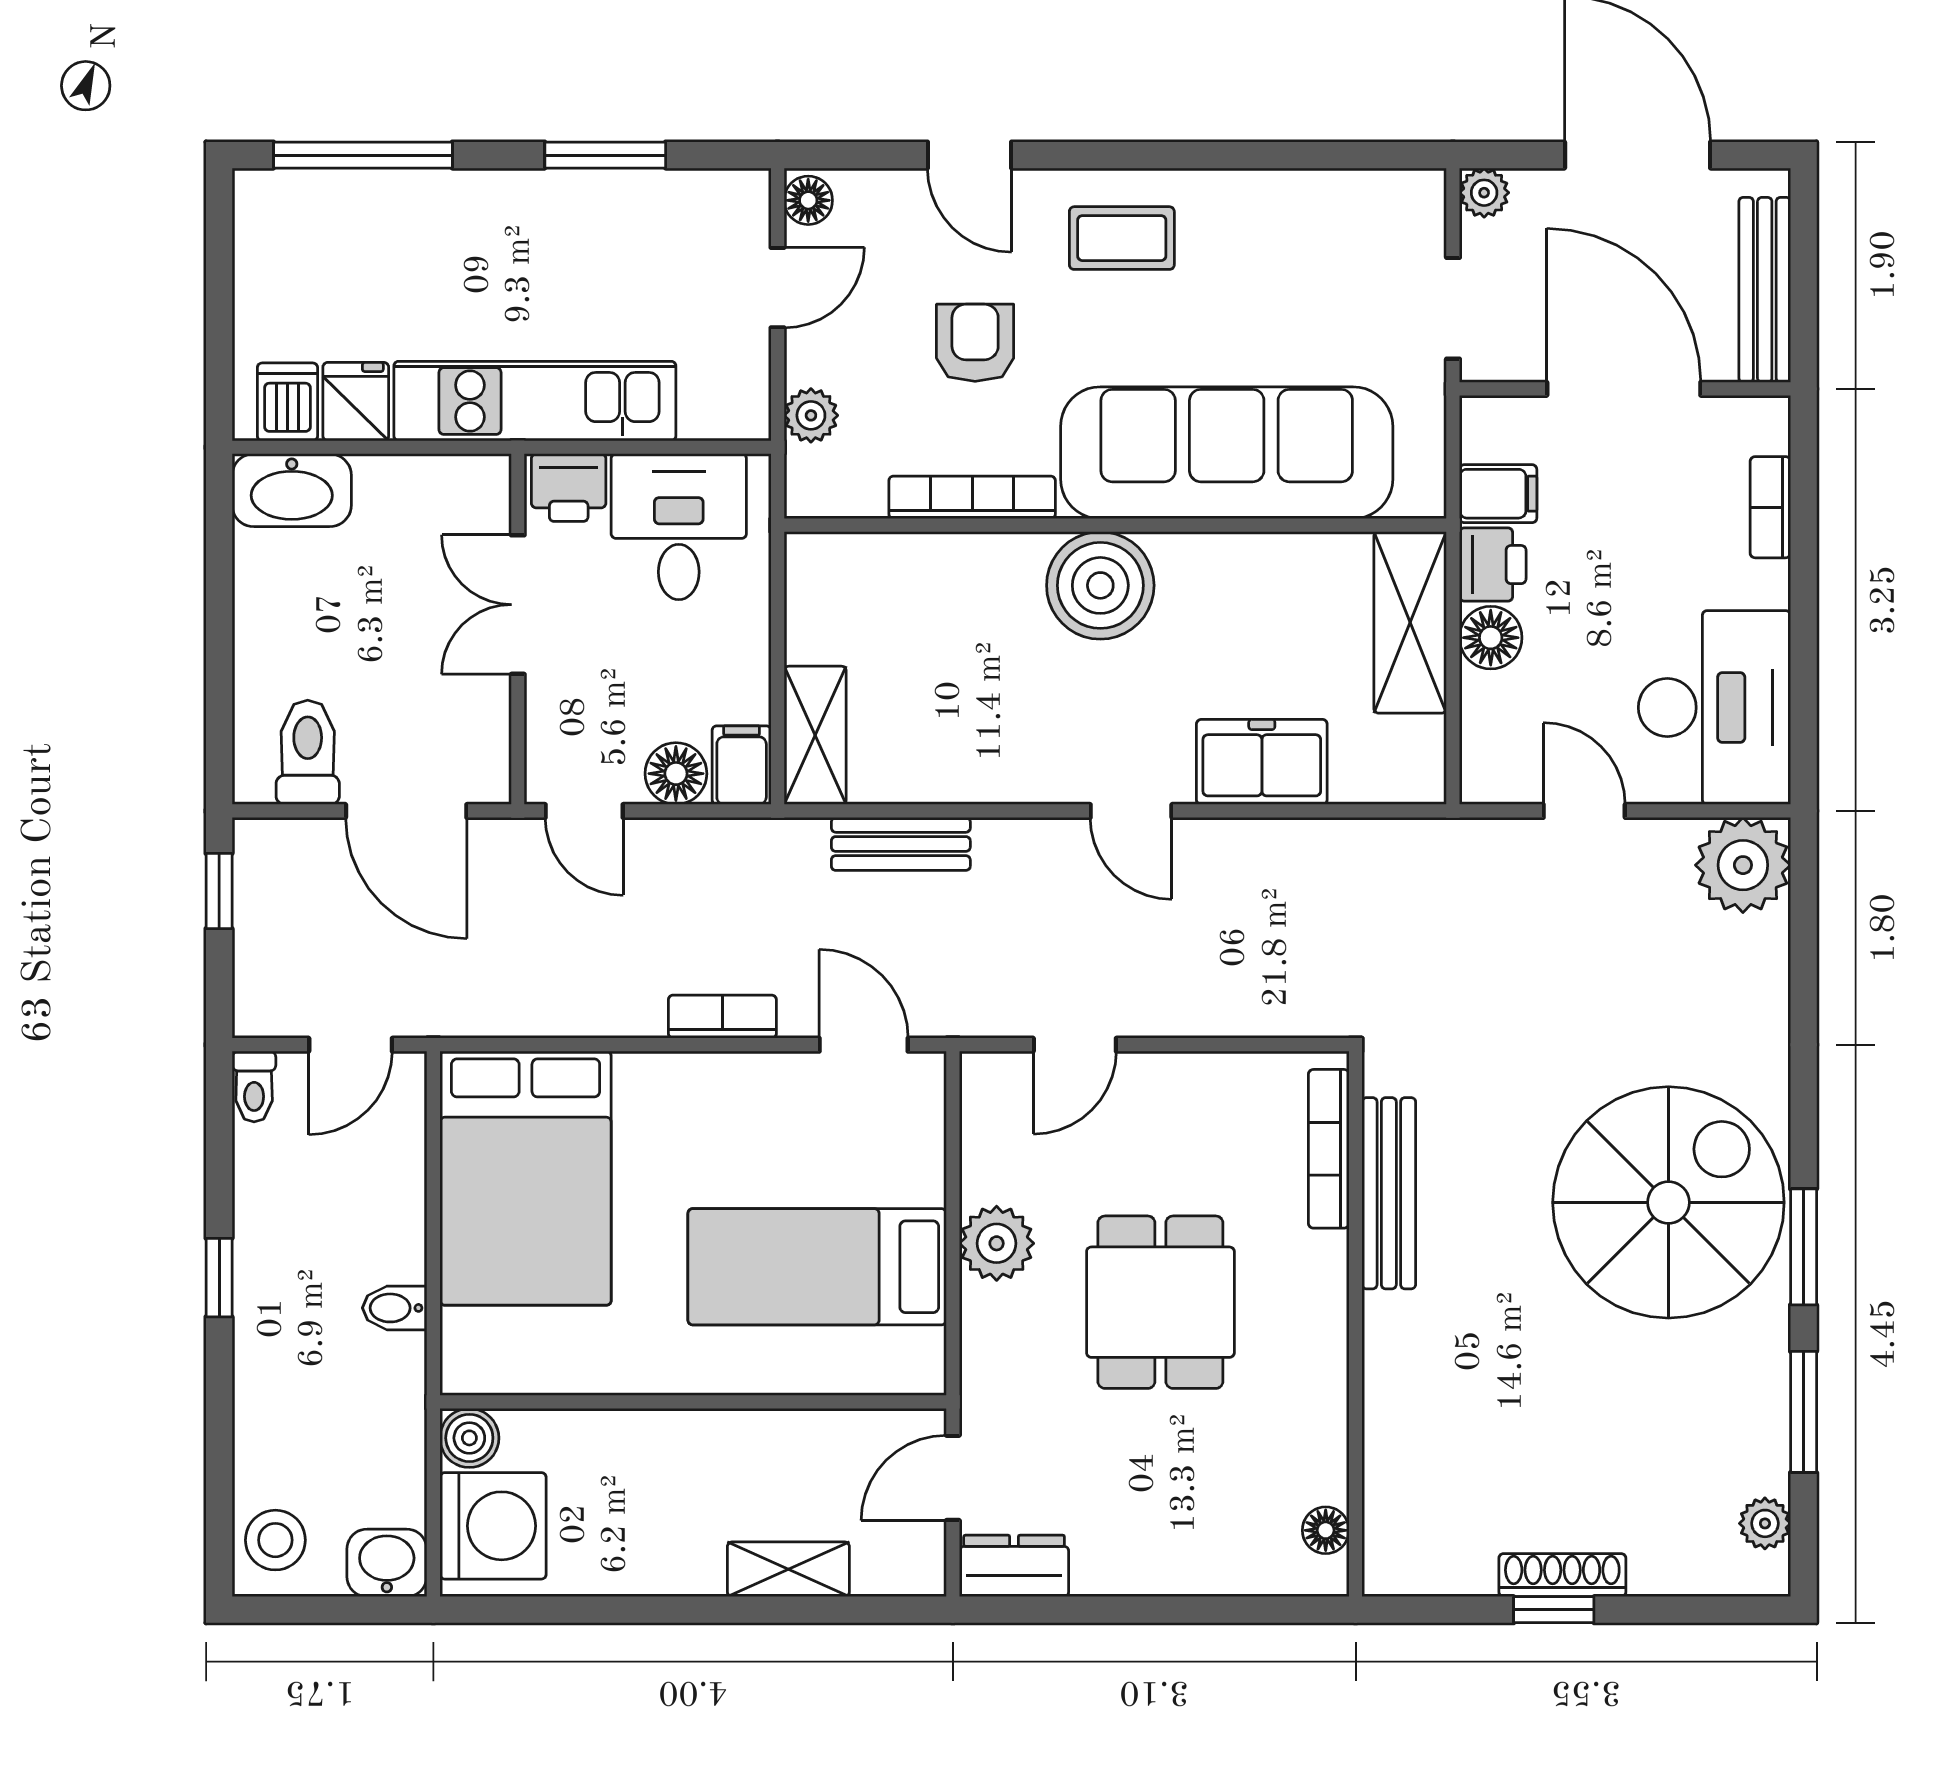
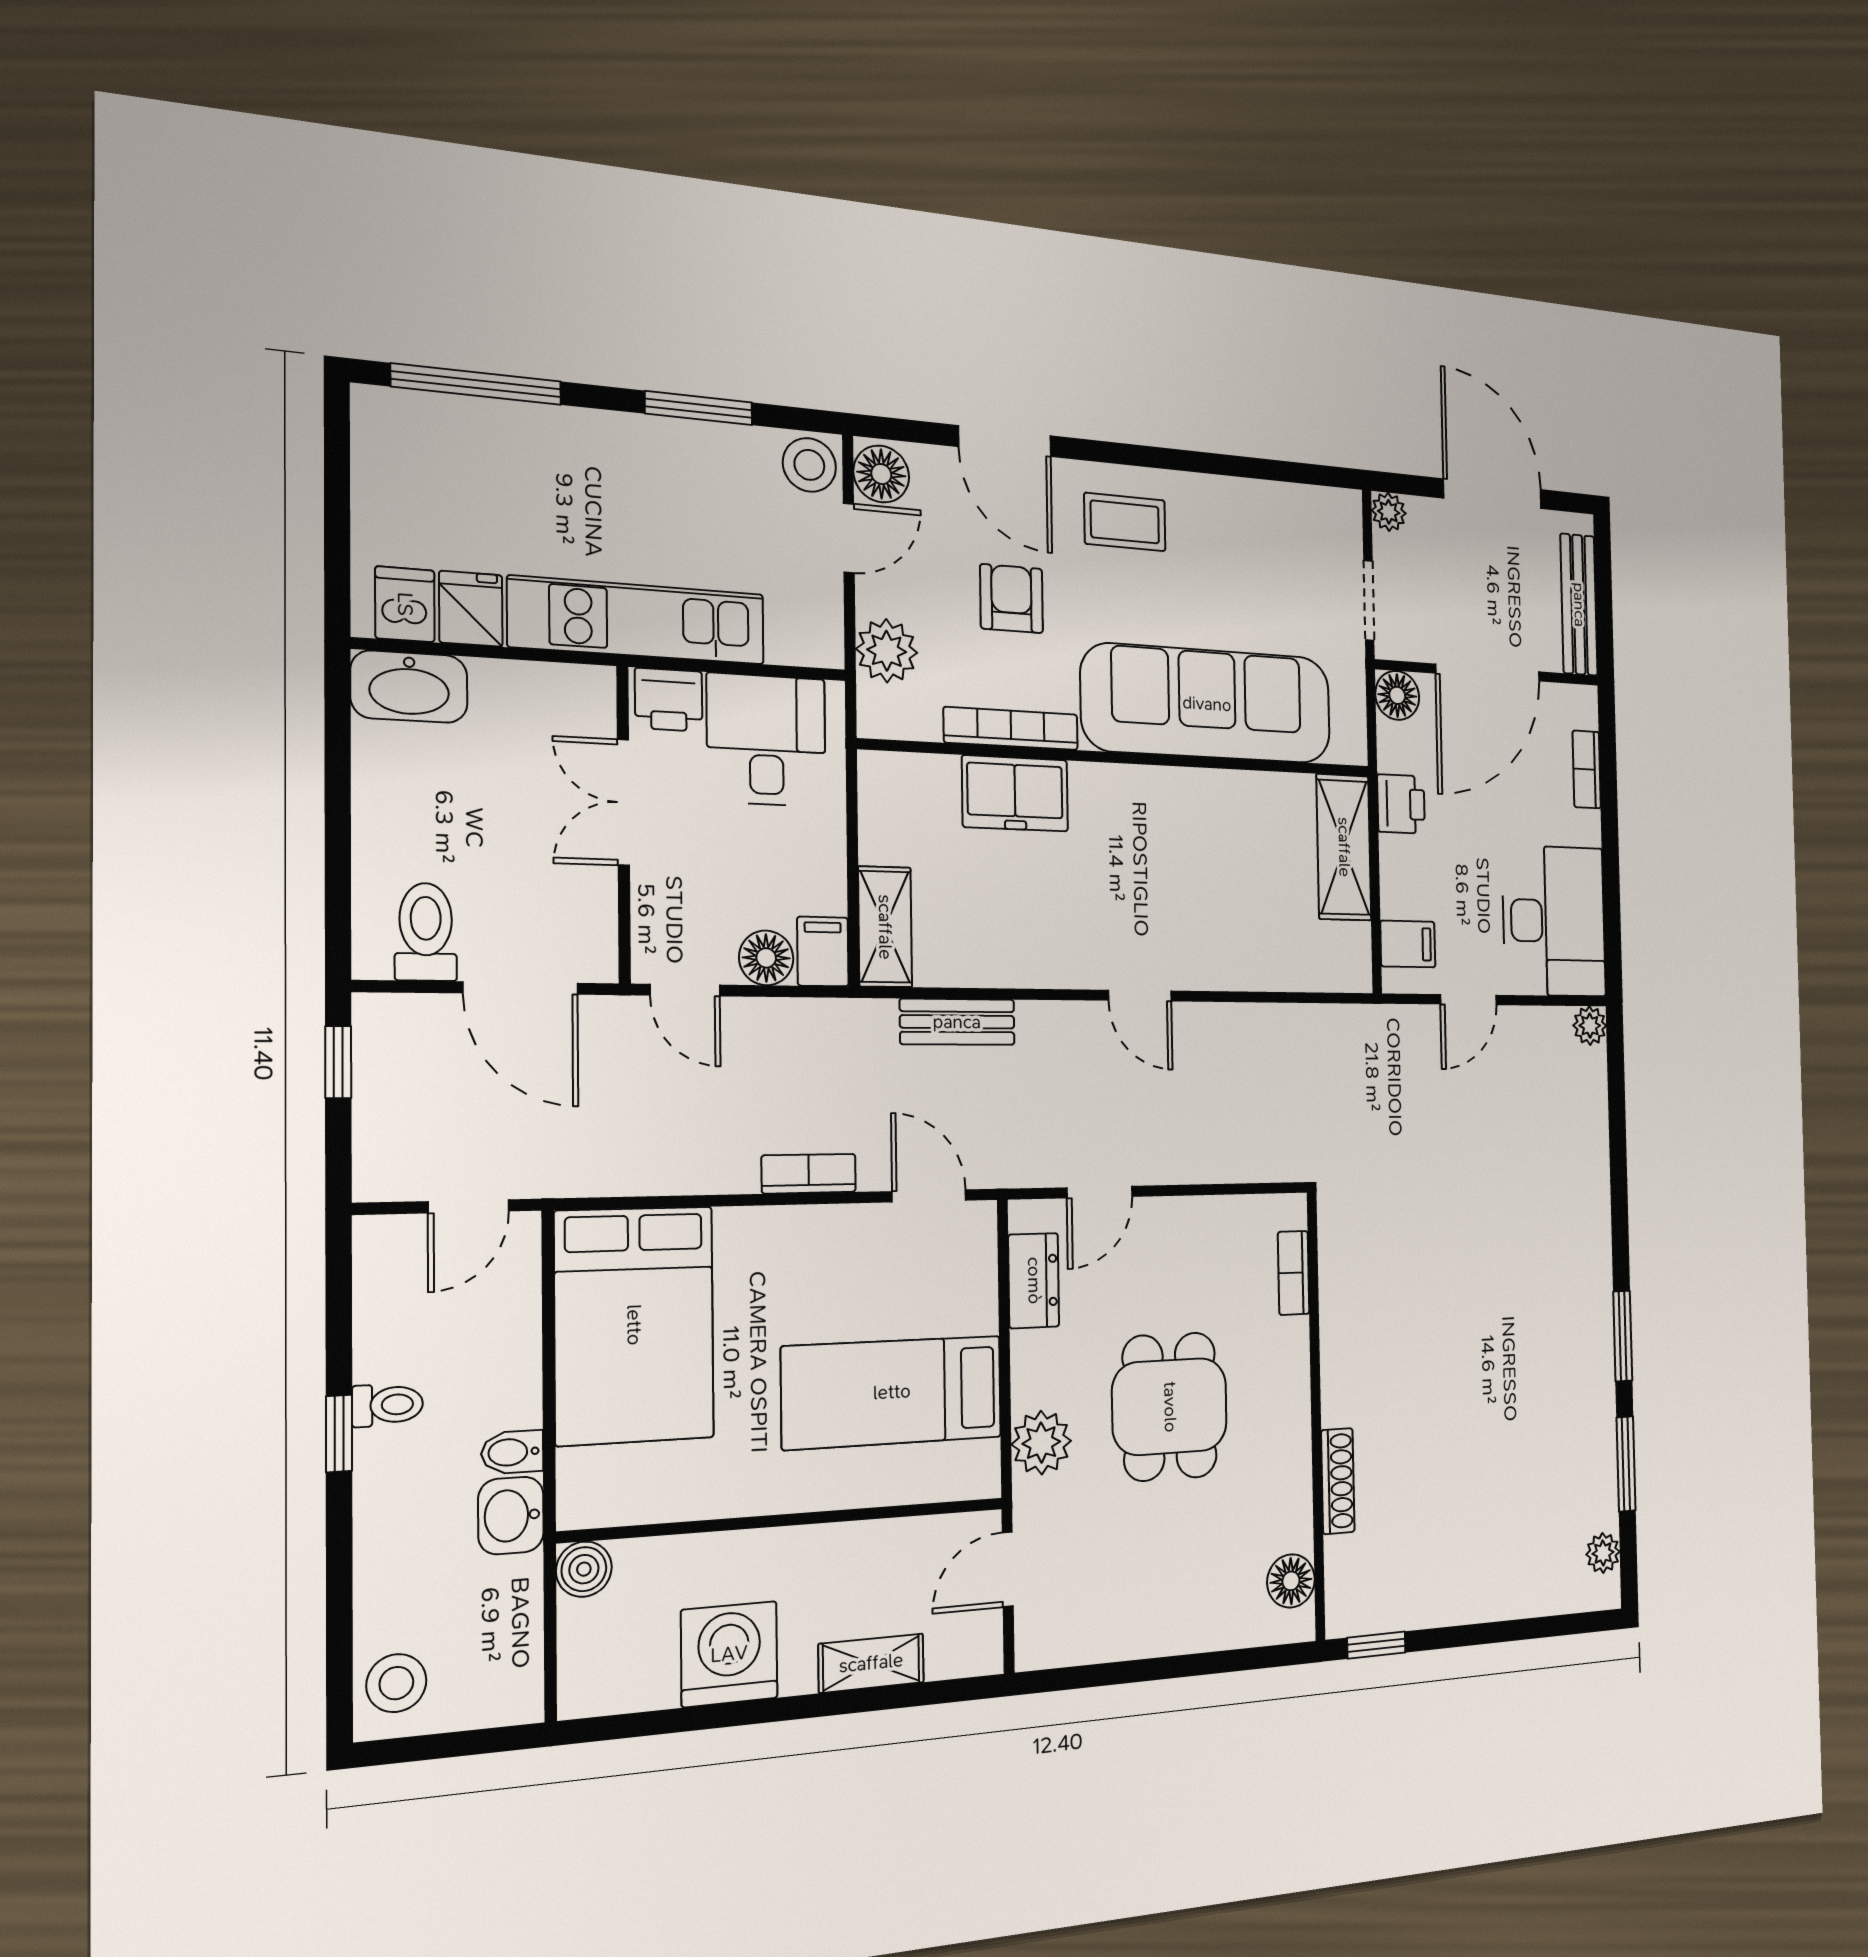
door: (970, 155) -> (1005, 441), width x1.38
floor lamp: (808, 200) -> (881, 474), width x1.37, depth x1.37
stool: (732, 207) -> (809, 465), added
door: (1624, 389) -> (1488, 672), swing flipped
plant: (811, 415) -> (887, 651), width x1.38, depth x1.38
filing cabinet: (1498, 494) -> (1408, 944), moved
boiler: (1100, 585) -> (1113, 807), removed
floor lamp: (1491, 638) -> (1397, 695), moved
freezer: (1262, 762) -> (1015, 793), moved, turned 180
door: (1584, 811) -> (1468, 1000), swing flipped
plant: (1743, 865) -> (1590, 1026), width x0.53, depth x0.53
toilet: (254, 1087) -> (388, 1405), moved, turned -90
bookcase: (1329, 1149) -> (1294, 1273), width x0.64
bench: (1389, 1193) -> (1338, 1307), removed
spiral stairs: (1668, 1202) -> (1533, 1306), removed
plant: (997, 1243) -> (1041, 1443), moved
washing machine: (493, 1526) -> (729, 1654), moved, turned -90
floor lamp: (1326, 1530) -> (1291, 1581), width x1.37, depth x1.37
washbasin: (387, 1563) -> (511, 1516), moved, turned -90
dresser: (1014, 1566) -> (1034, 1281), moved, turned 90
shoe rack: (1562, 1575) -> (1338, 1481), moved, turned 90
window: (1554, 1610) -> (1376, 1645), moved

